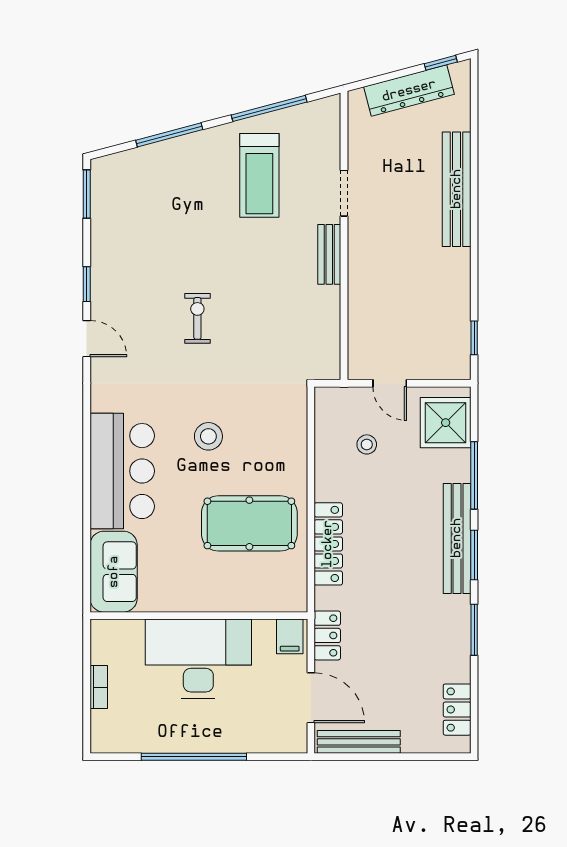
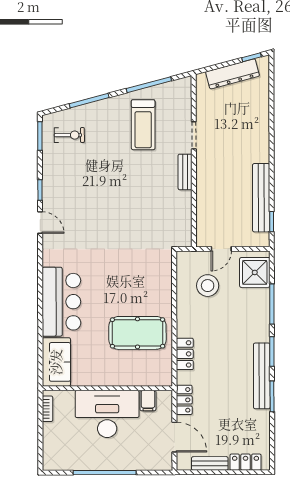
bench: (457, 189) -> (261, 198), moved
exercise bike: (197, 318) -> (69, 135), moved, turned 90
door: (390, 383) -> (221, 249), hinge flipped
stool: (208, 436) -> (113, 281), removed
stool: (367, 444) -> (208, 286), width x1.89, depth x1.89
bench: (457, 538) -> (262, 376), moved
locker: (328, 544) -> (185, 354), width x0.66
filing cabinet: (290, 636) -> (148, 400), moved
bookcase: (99, 687) -> (48, 409), moved
locker: (457, 710) -> (246, 462), moved, turned 90
bench: (359, 742) -> (210, 463), width x0.73

